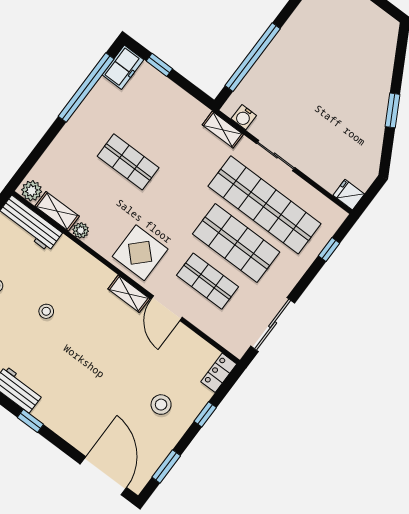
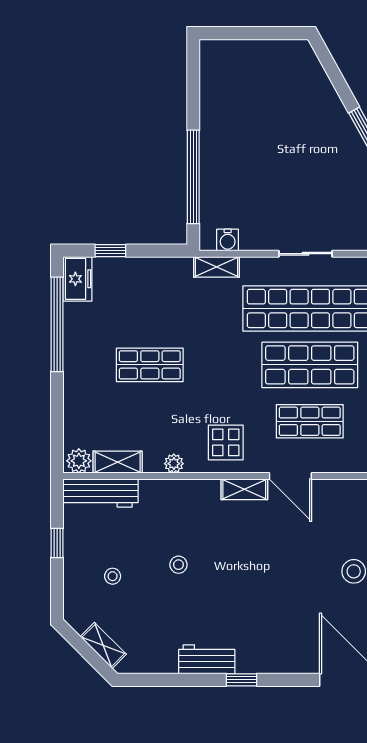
sliding door: (276, 156) -> (305, 254), moved
plant: (81, 230) -> (174, 464), moved
display table: (140, 253) -> (226, 442), width x0.73, depth x0.73

